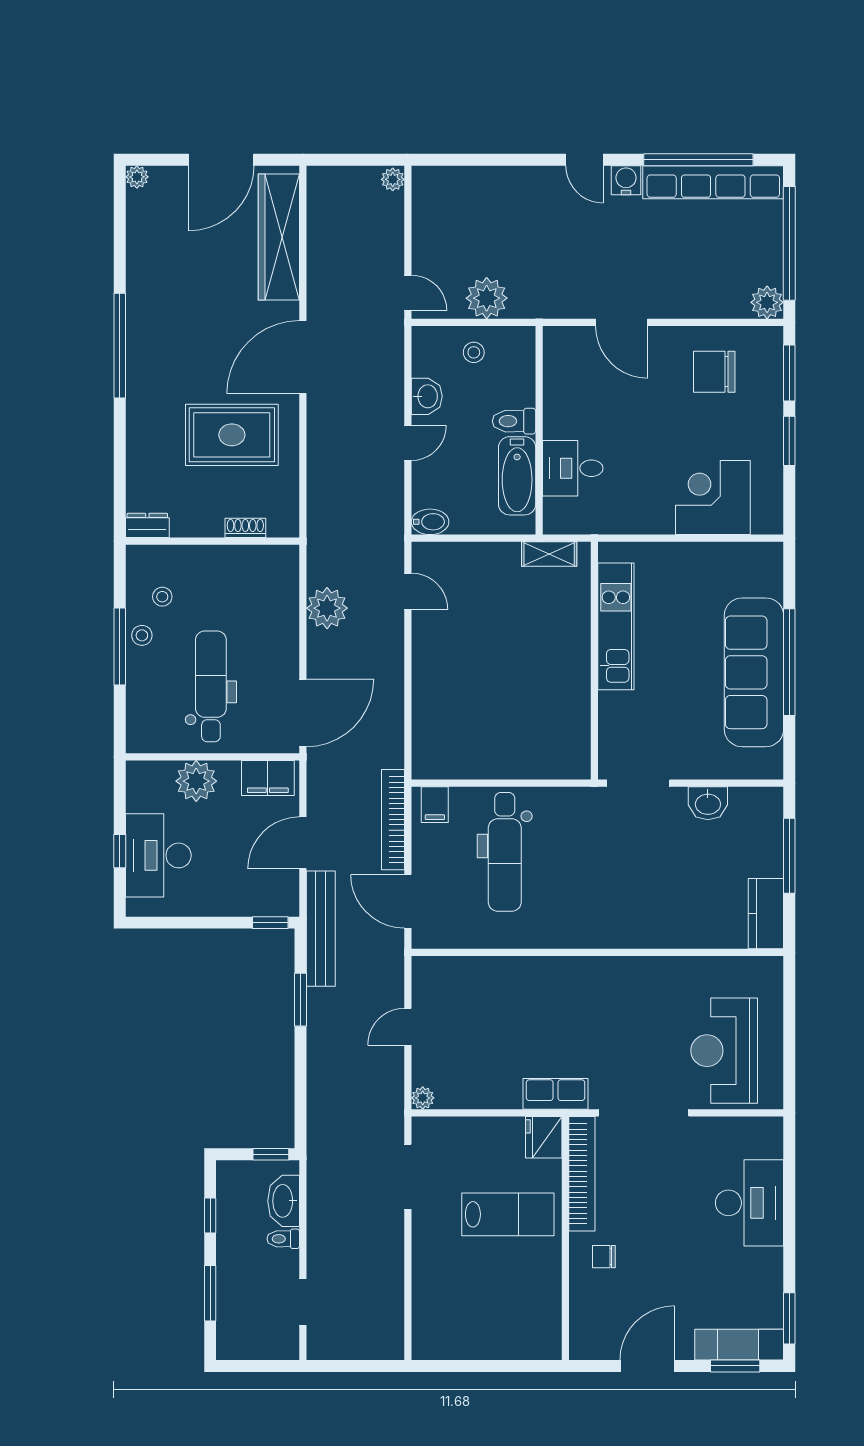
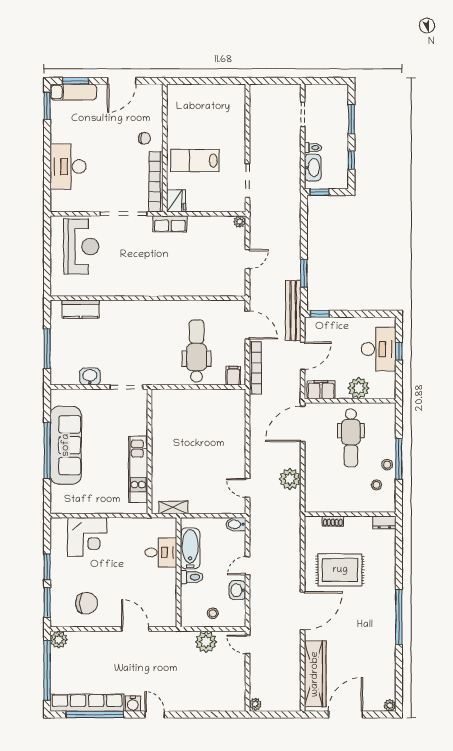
kitchen counter: (766, 914) -> (81, 309), moved, turned 90

